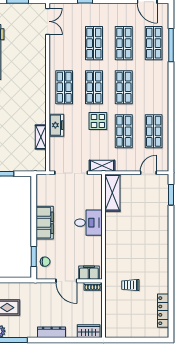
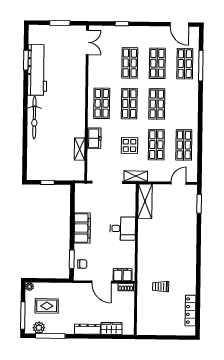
display table: (98, 121) -> (129, 145), moved
wardrobe: (89, 331) -> (112, 328), moved

